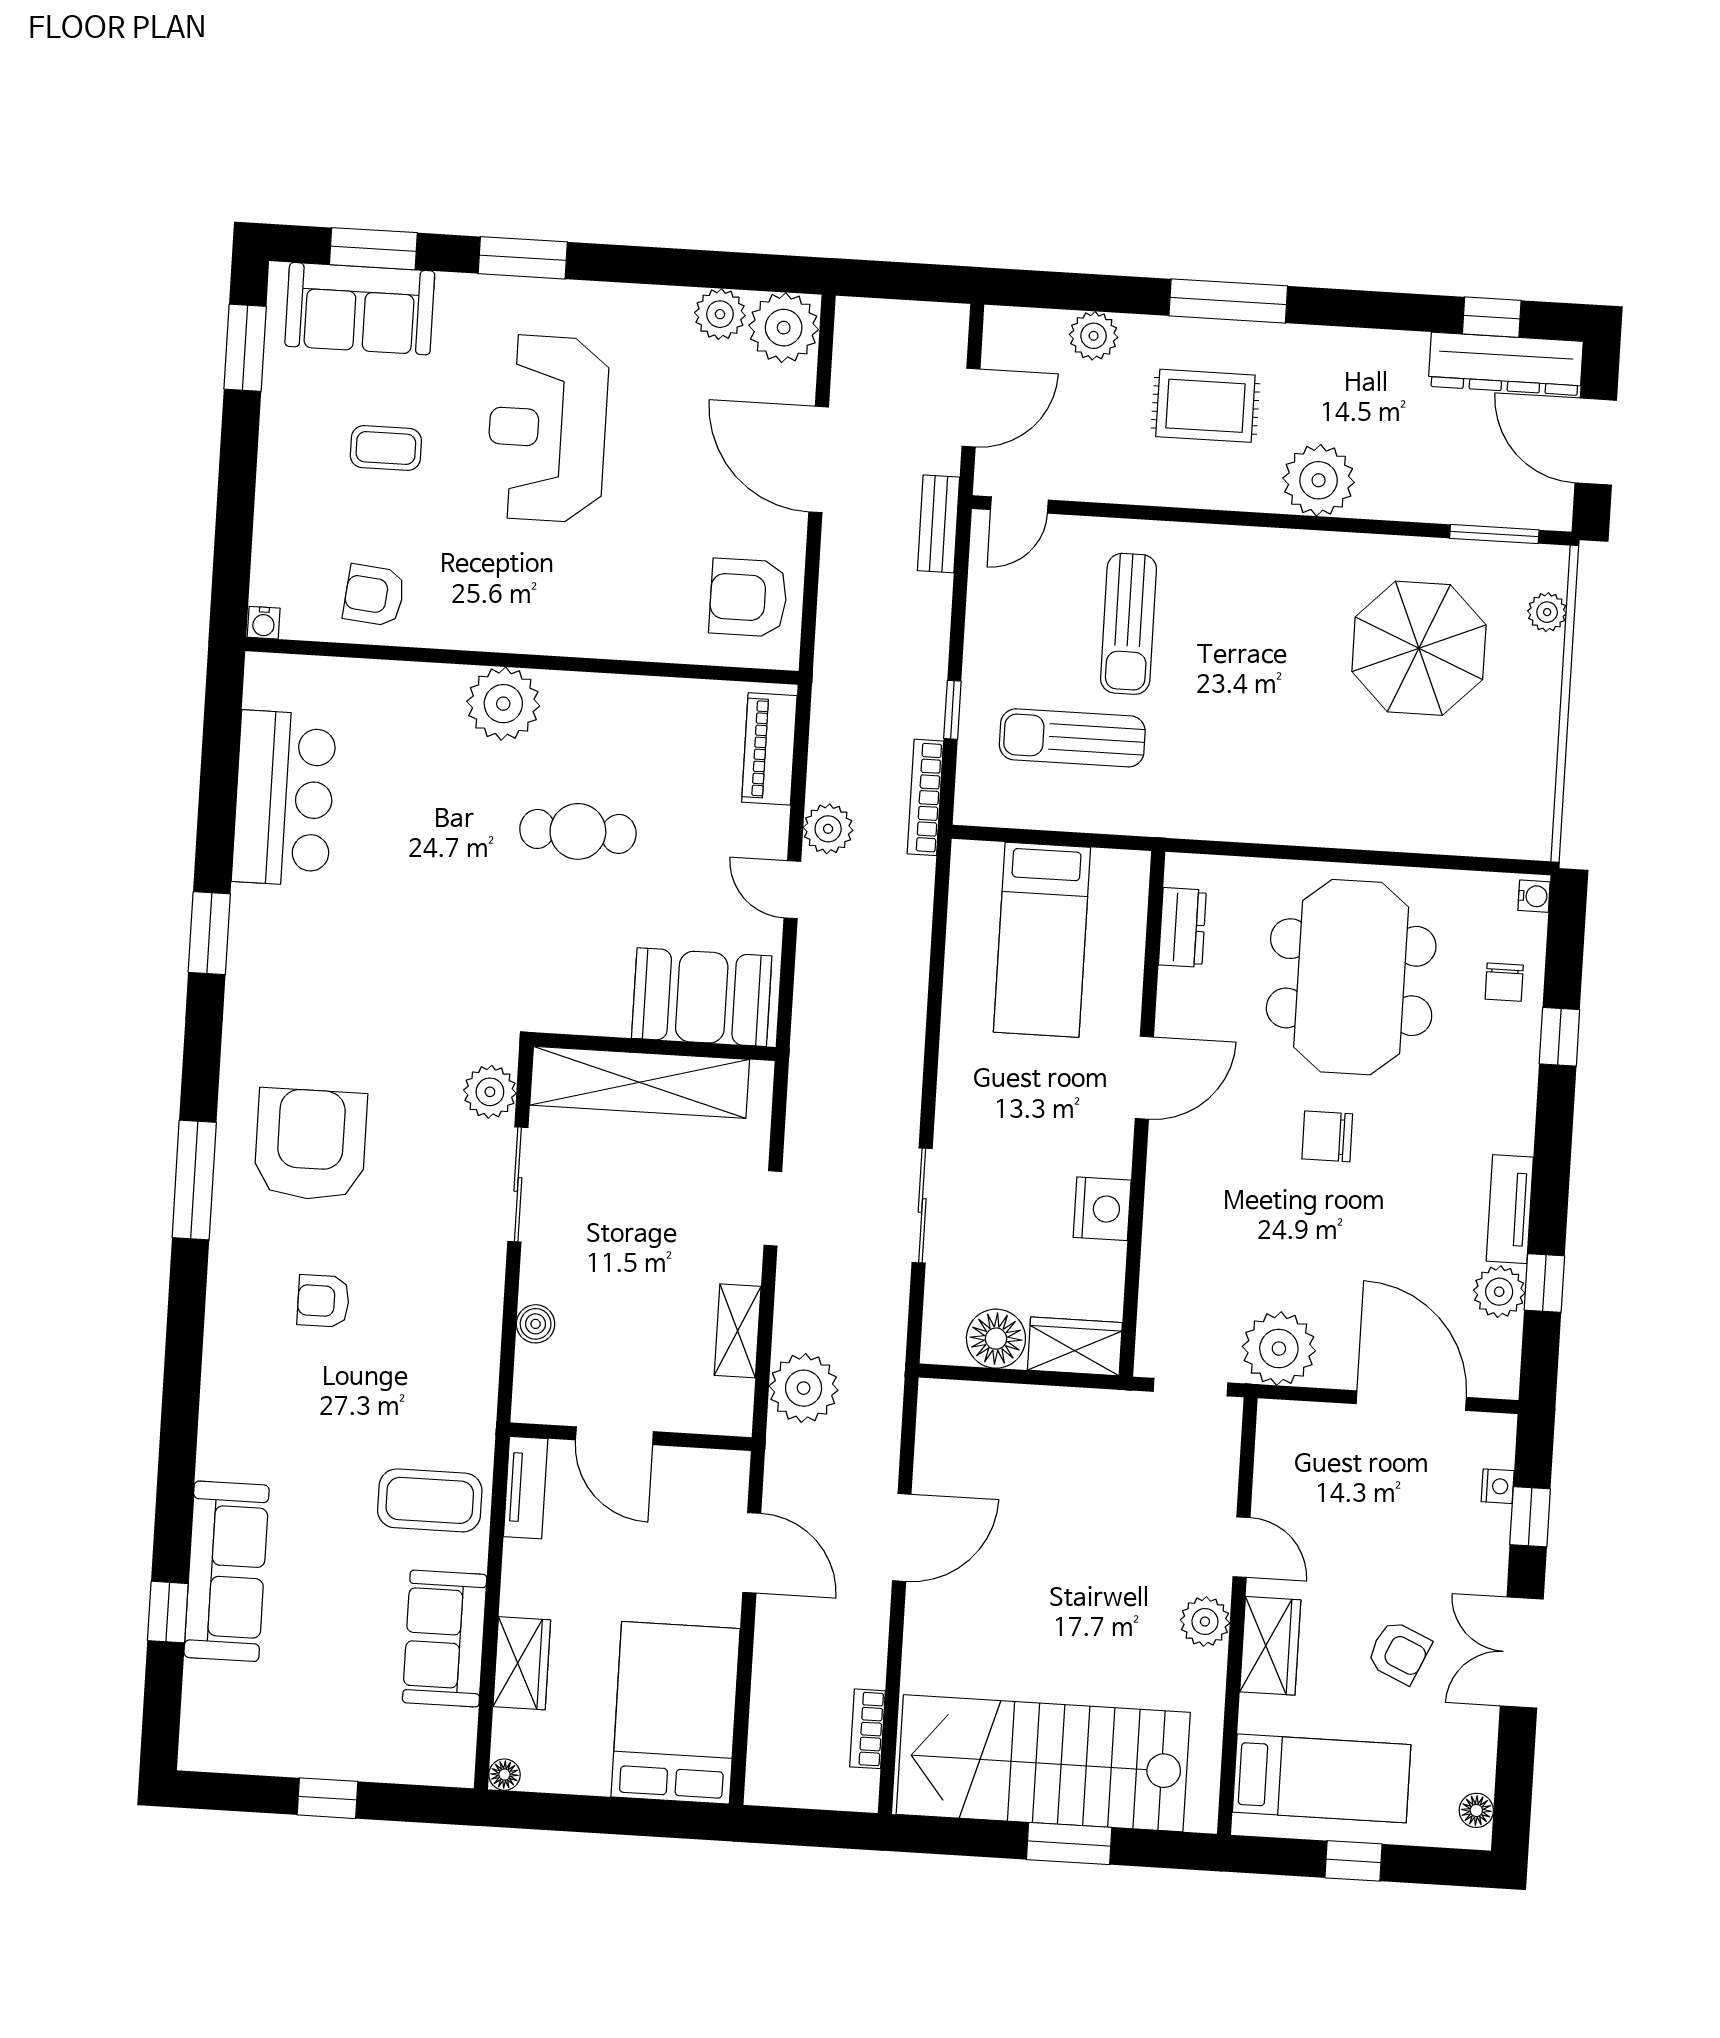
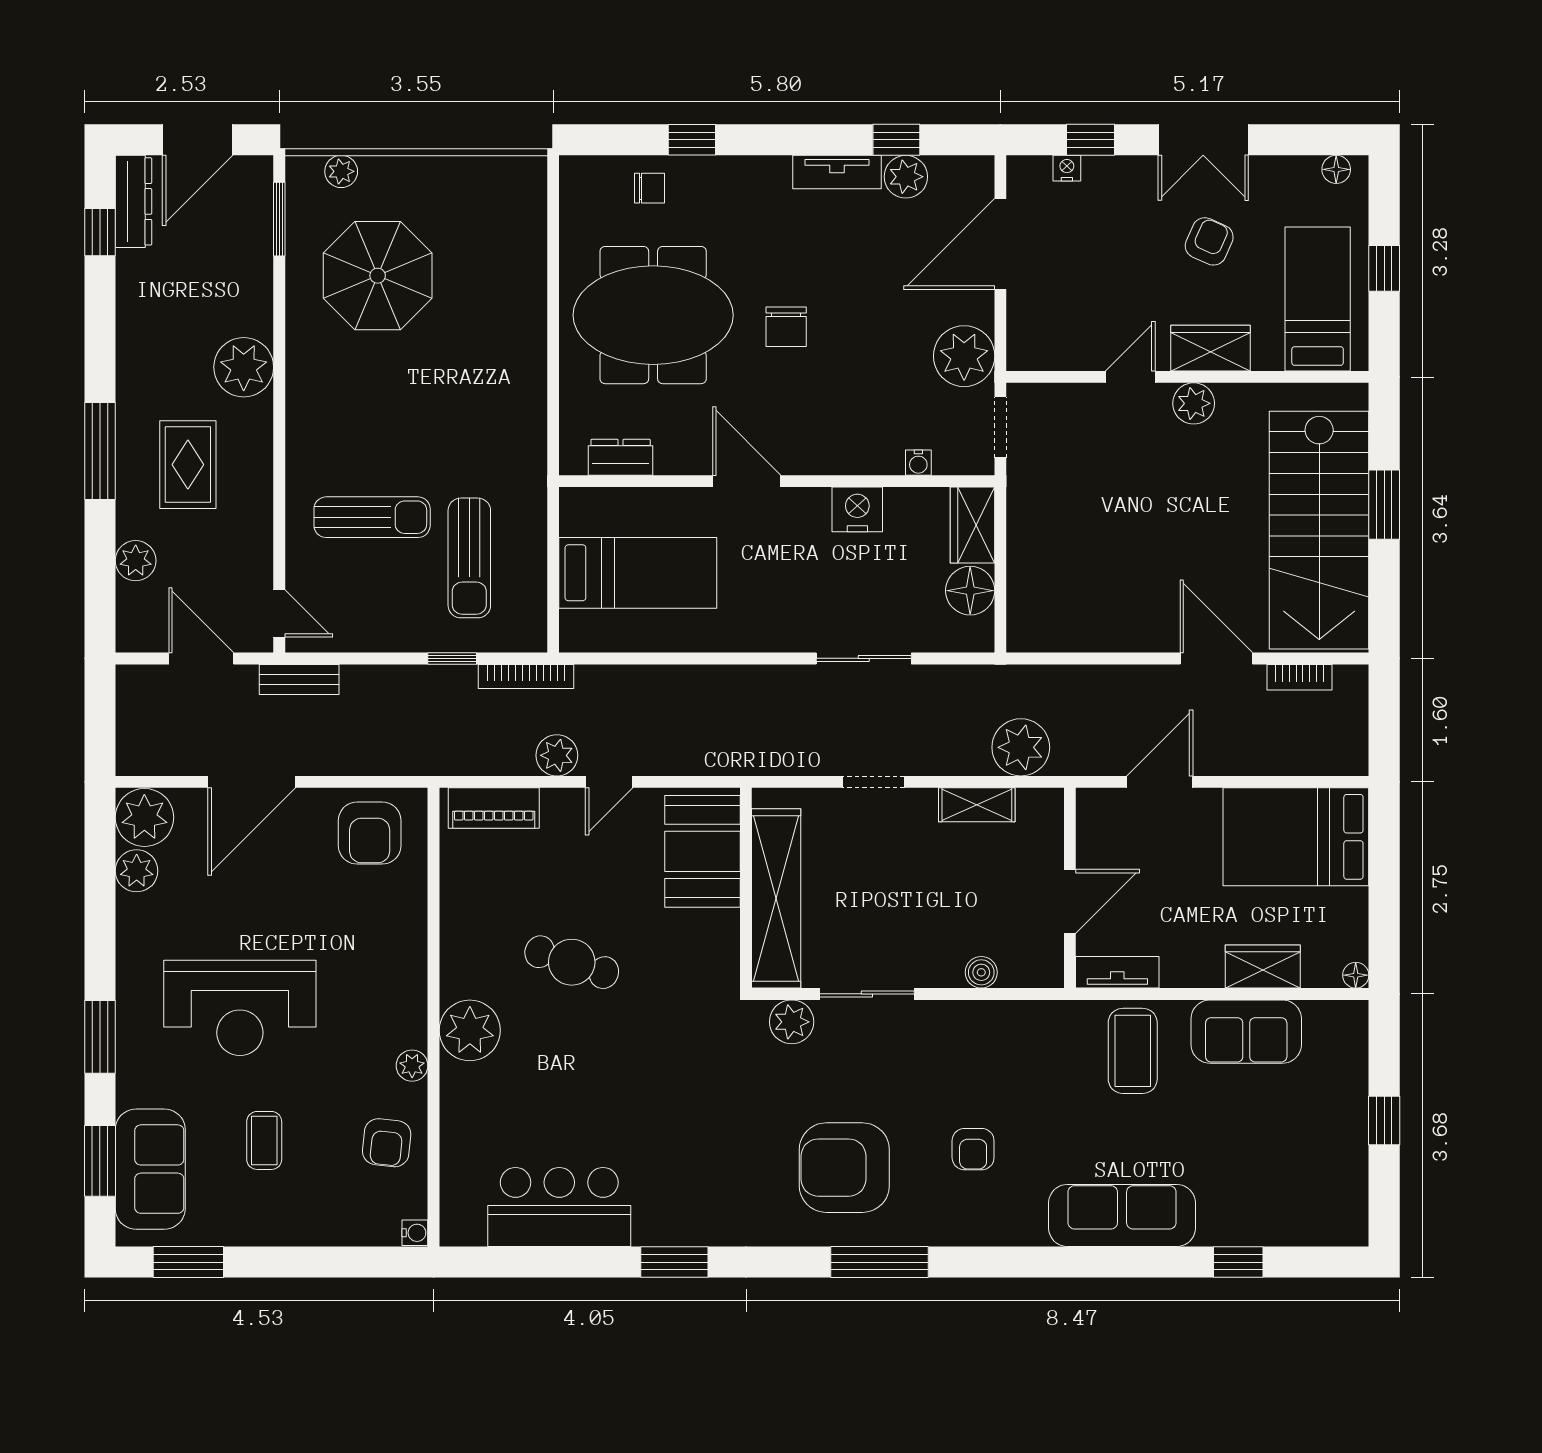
dresser: (1506, 364) -> (133, 201), width x0.73, depth x0.80
plant: (465, 632) -> (412, 1066), added
cafe table: (578, 831) -> (572, 962), turned -72
water cooler: (1534, 896) -> (918, 463), moved, turned 180
door: (902, 1538) -> (1216, 658), moved
sofa: (227, 1571) -> (1122, 1215), moved

